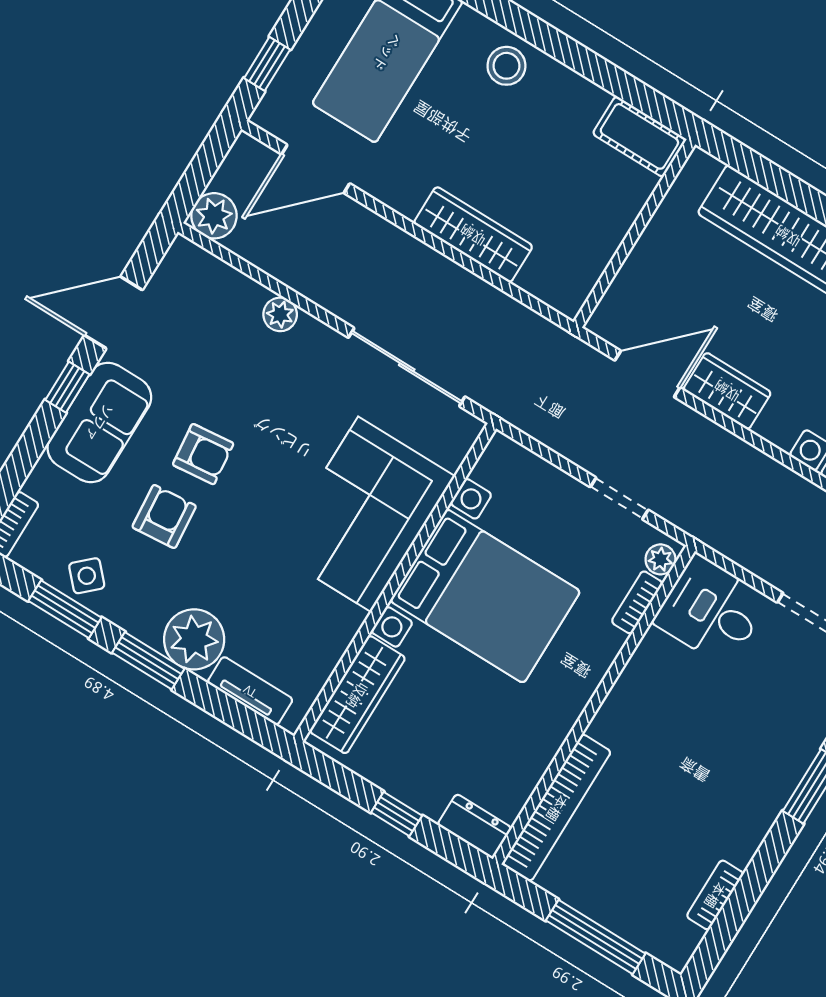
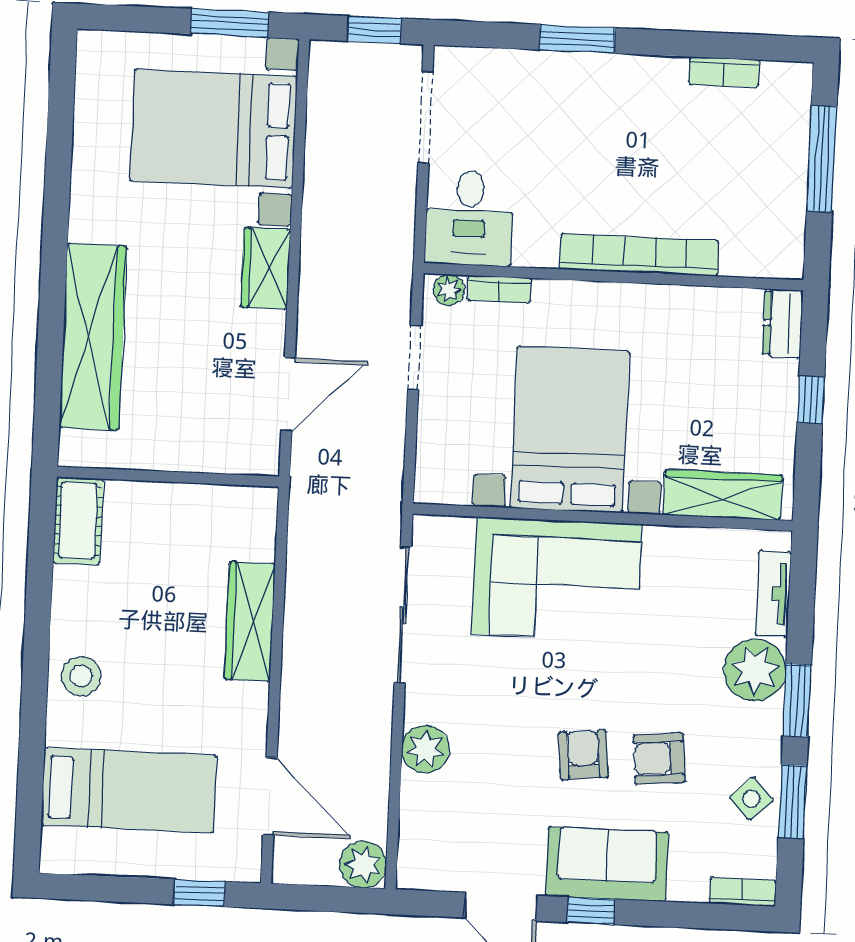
plant: (280, 314) -> (426, 749), width x1.38, depth x1.38
door: (647, 374) -> (288, 394), swing flipped
wardrobe: (727, 391) -> (266, 268), moved
bookcase: (557, 808) -> (639, 255), moved

